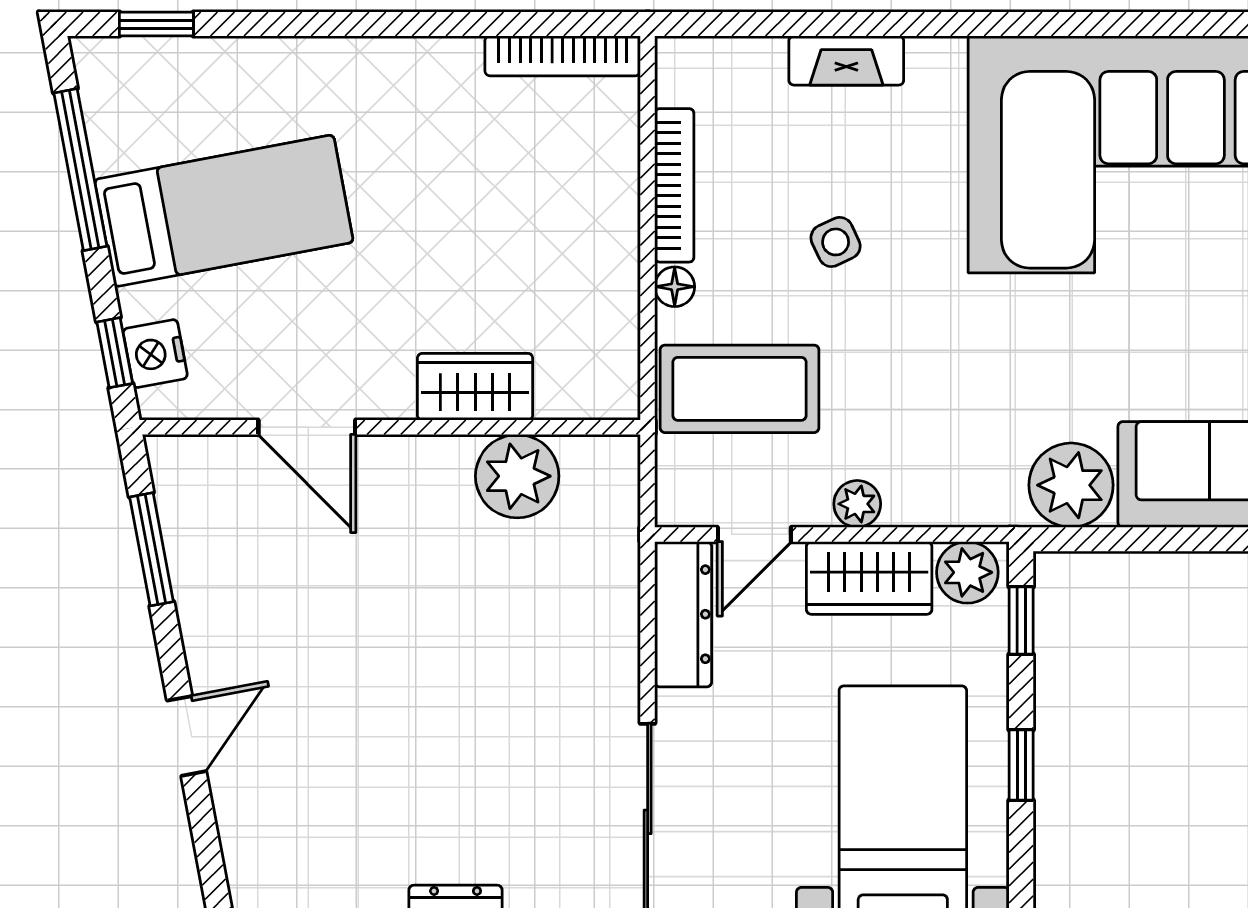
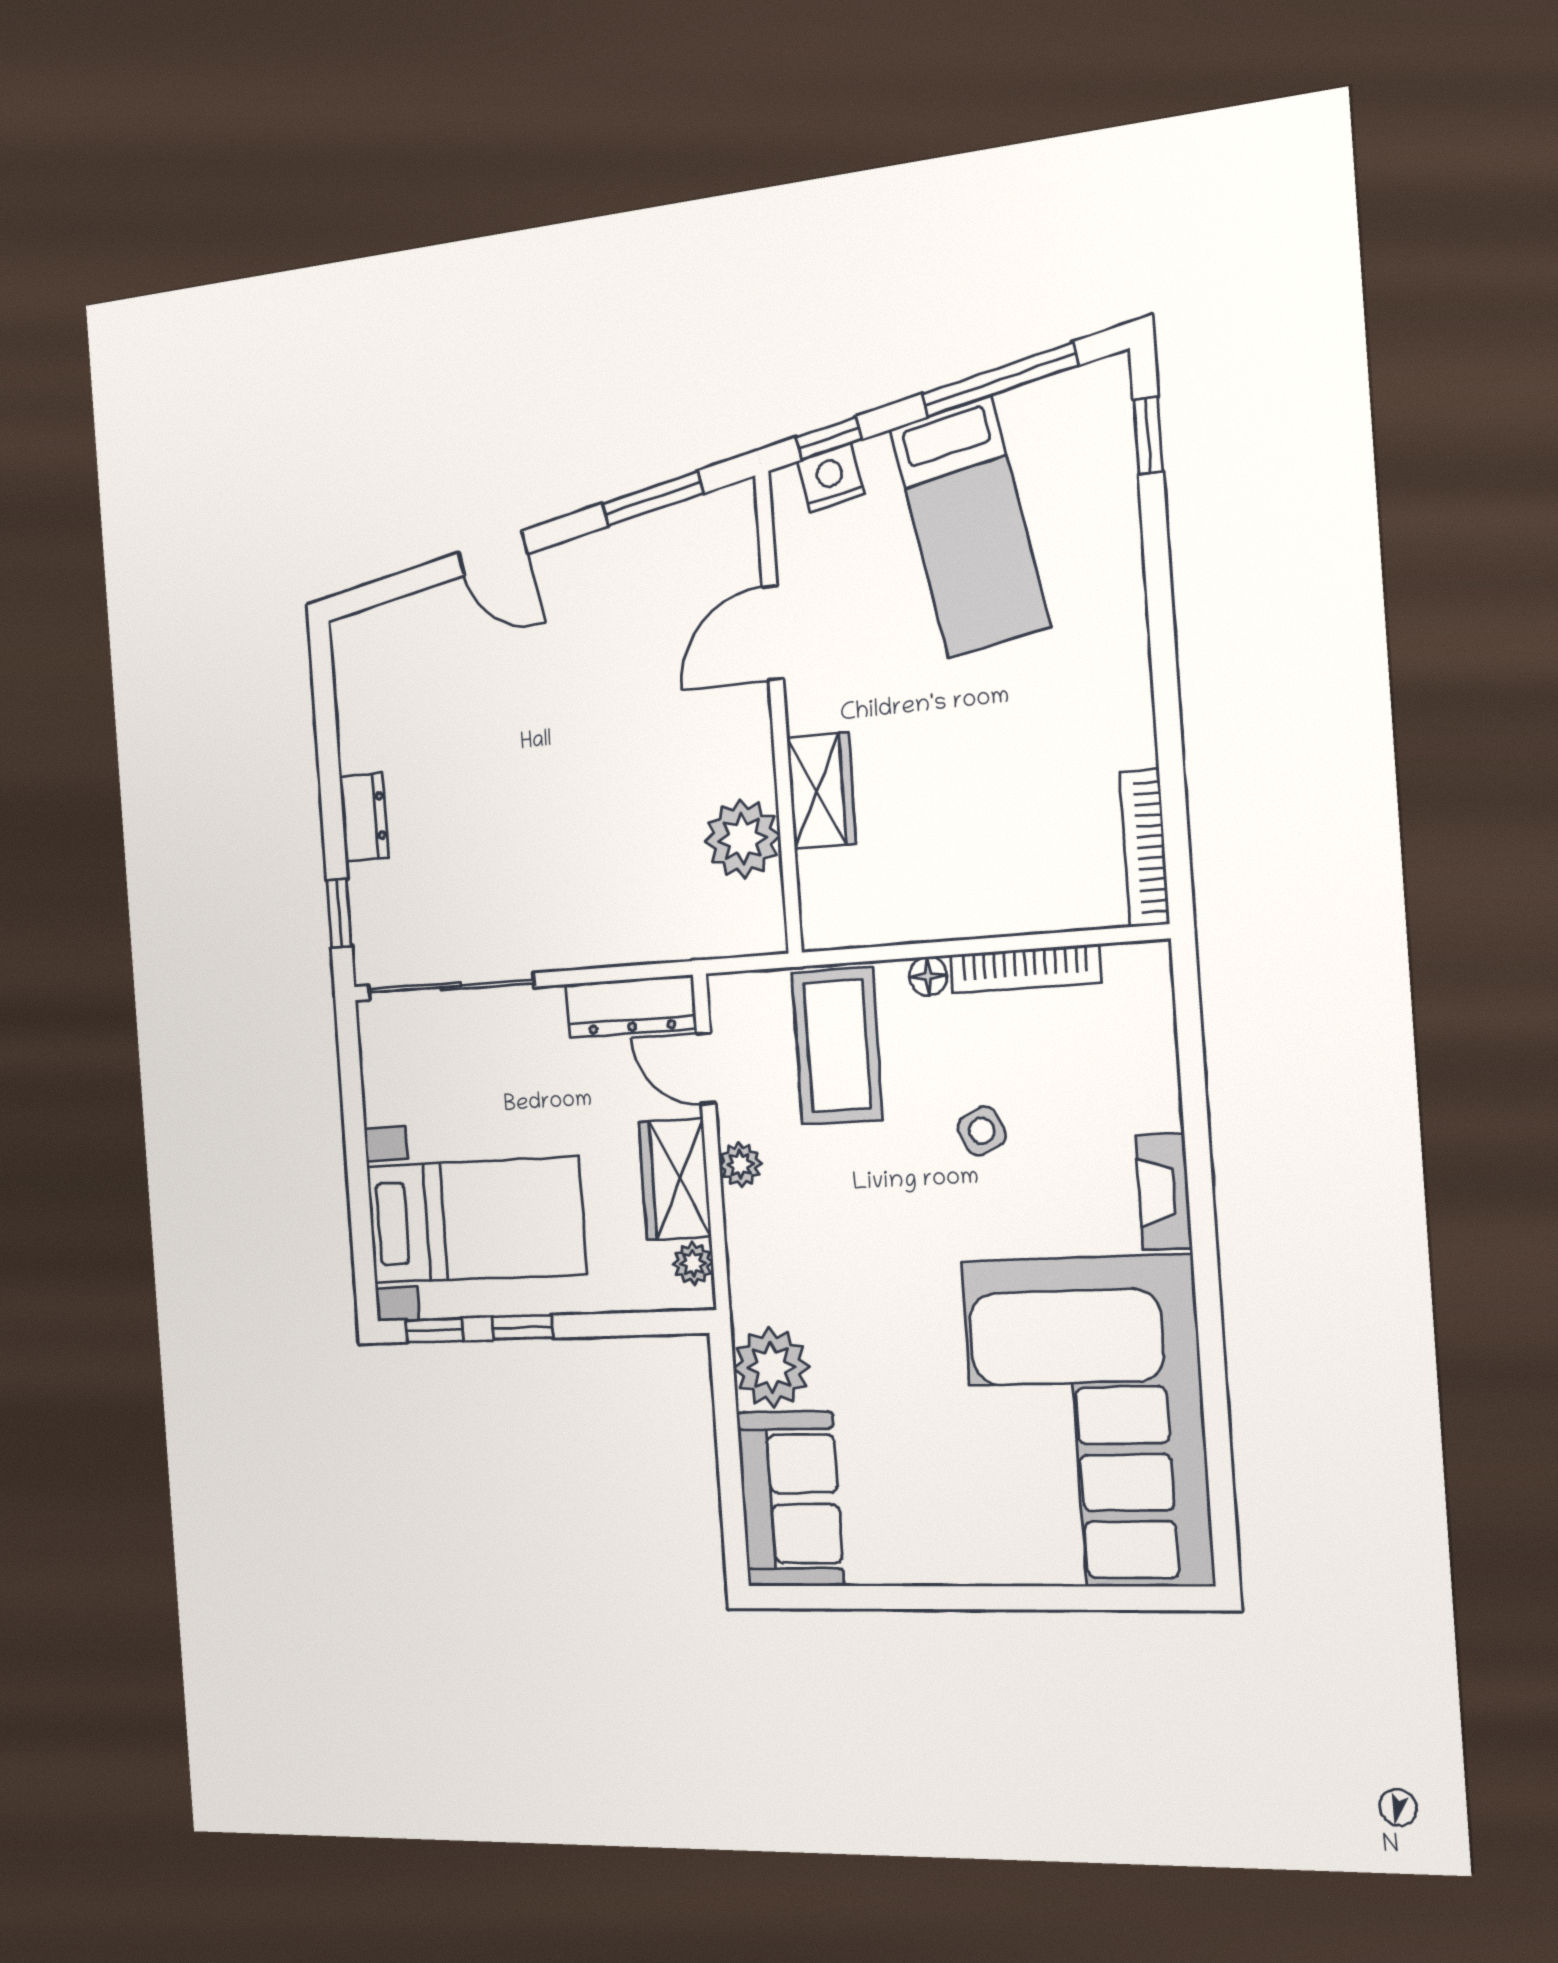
fireplace: (846, 61) -> (1164, 1192), moved
plant: (967, 572) -> (693, 1263), width x0.73, depth x0.73
window: (1021, 620) -> (434, 1330), moved

